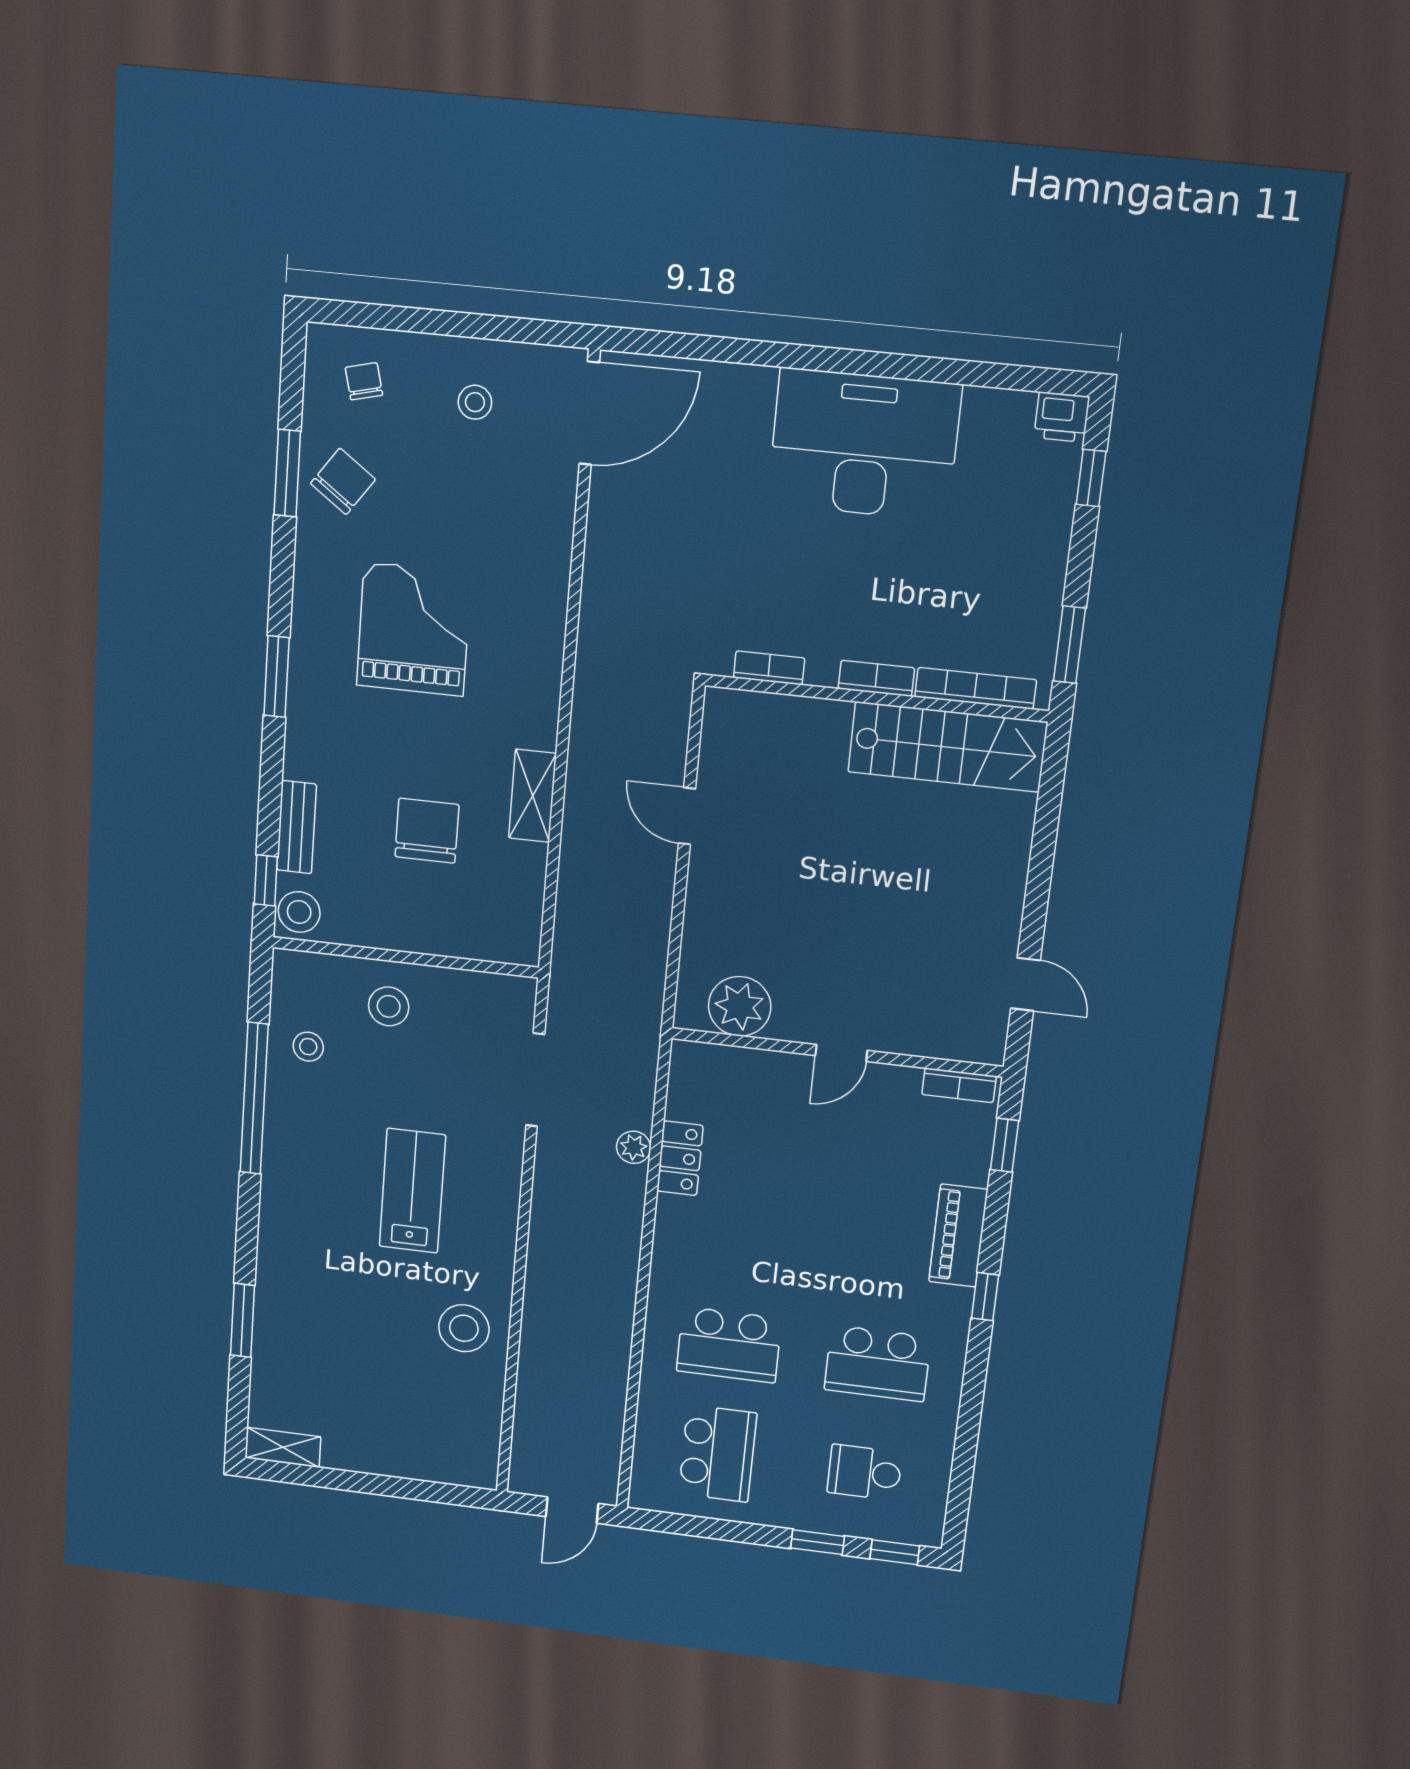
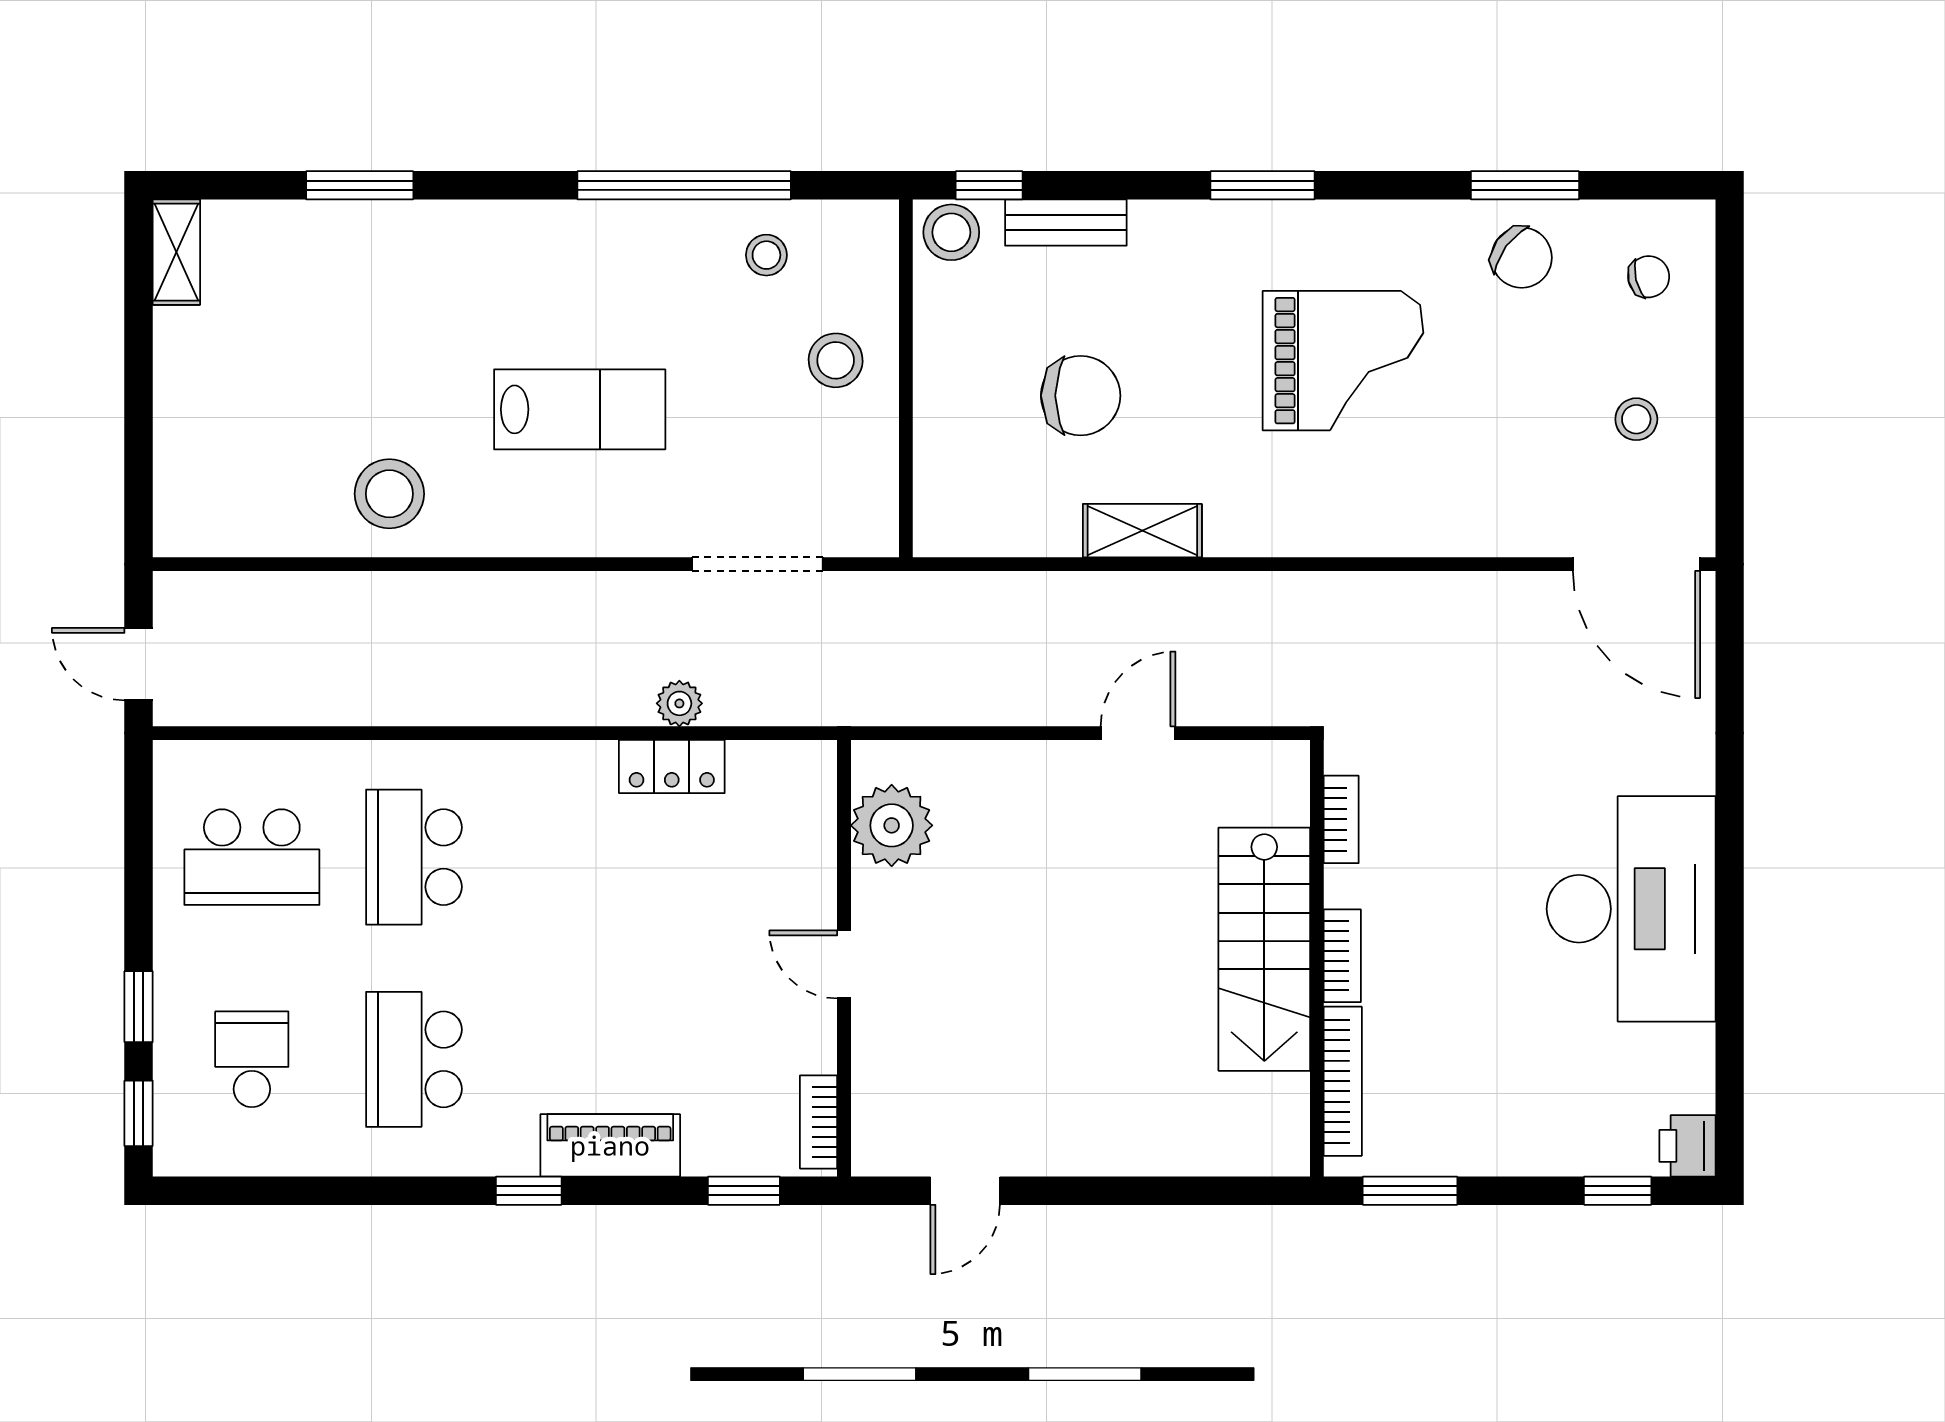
stairs: (947, 747) -> (1264, 949), moved

